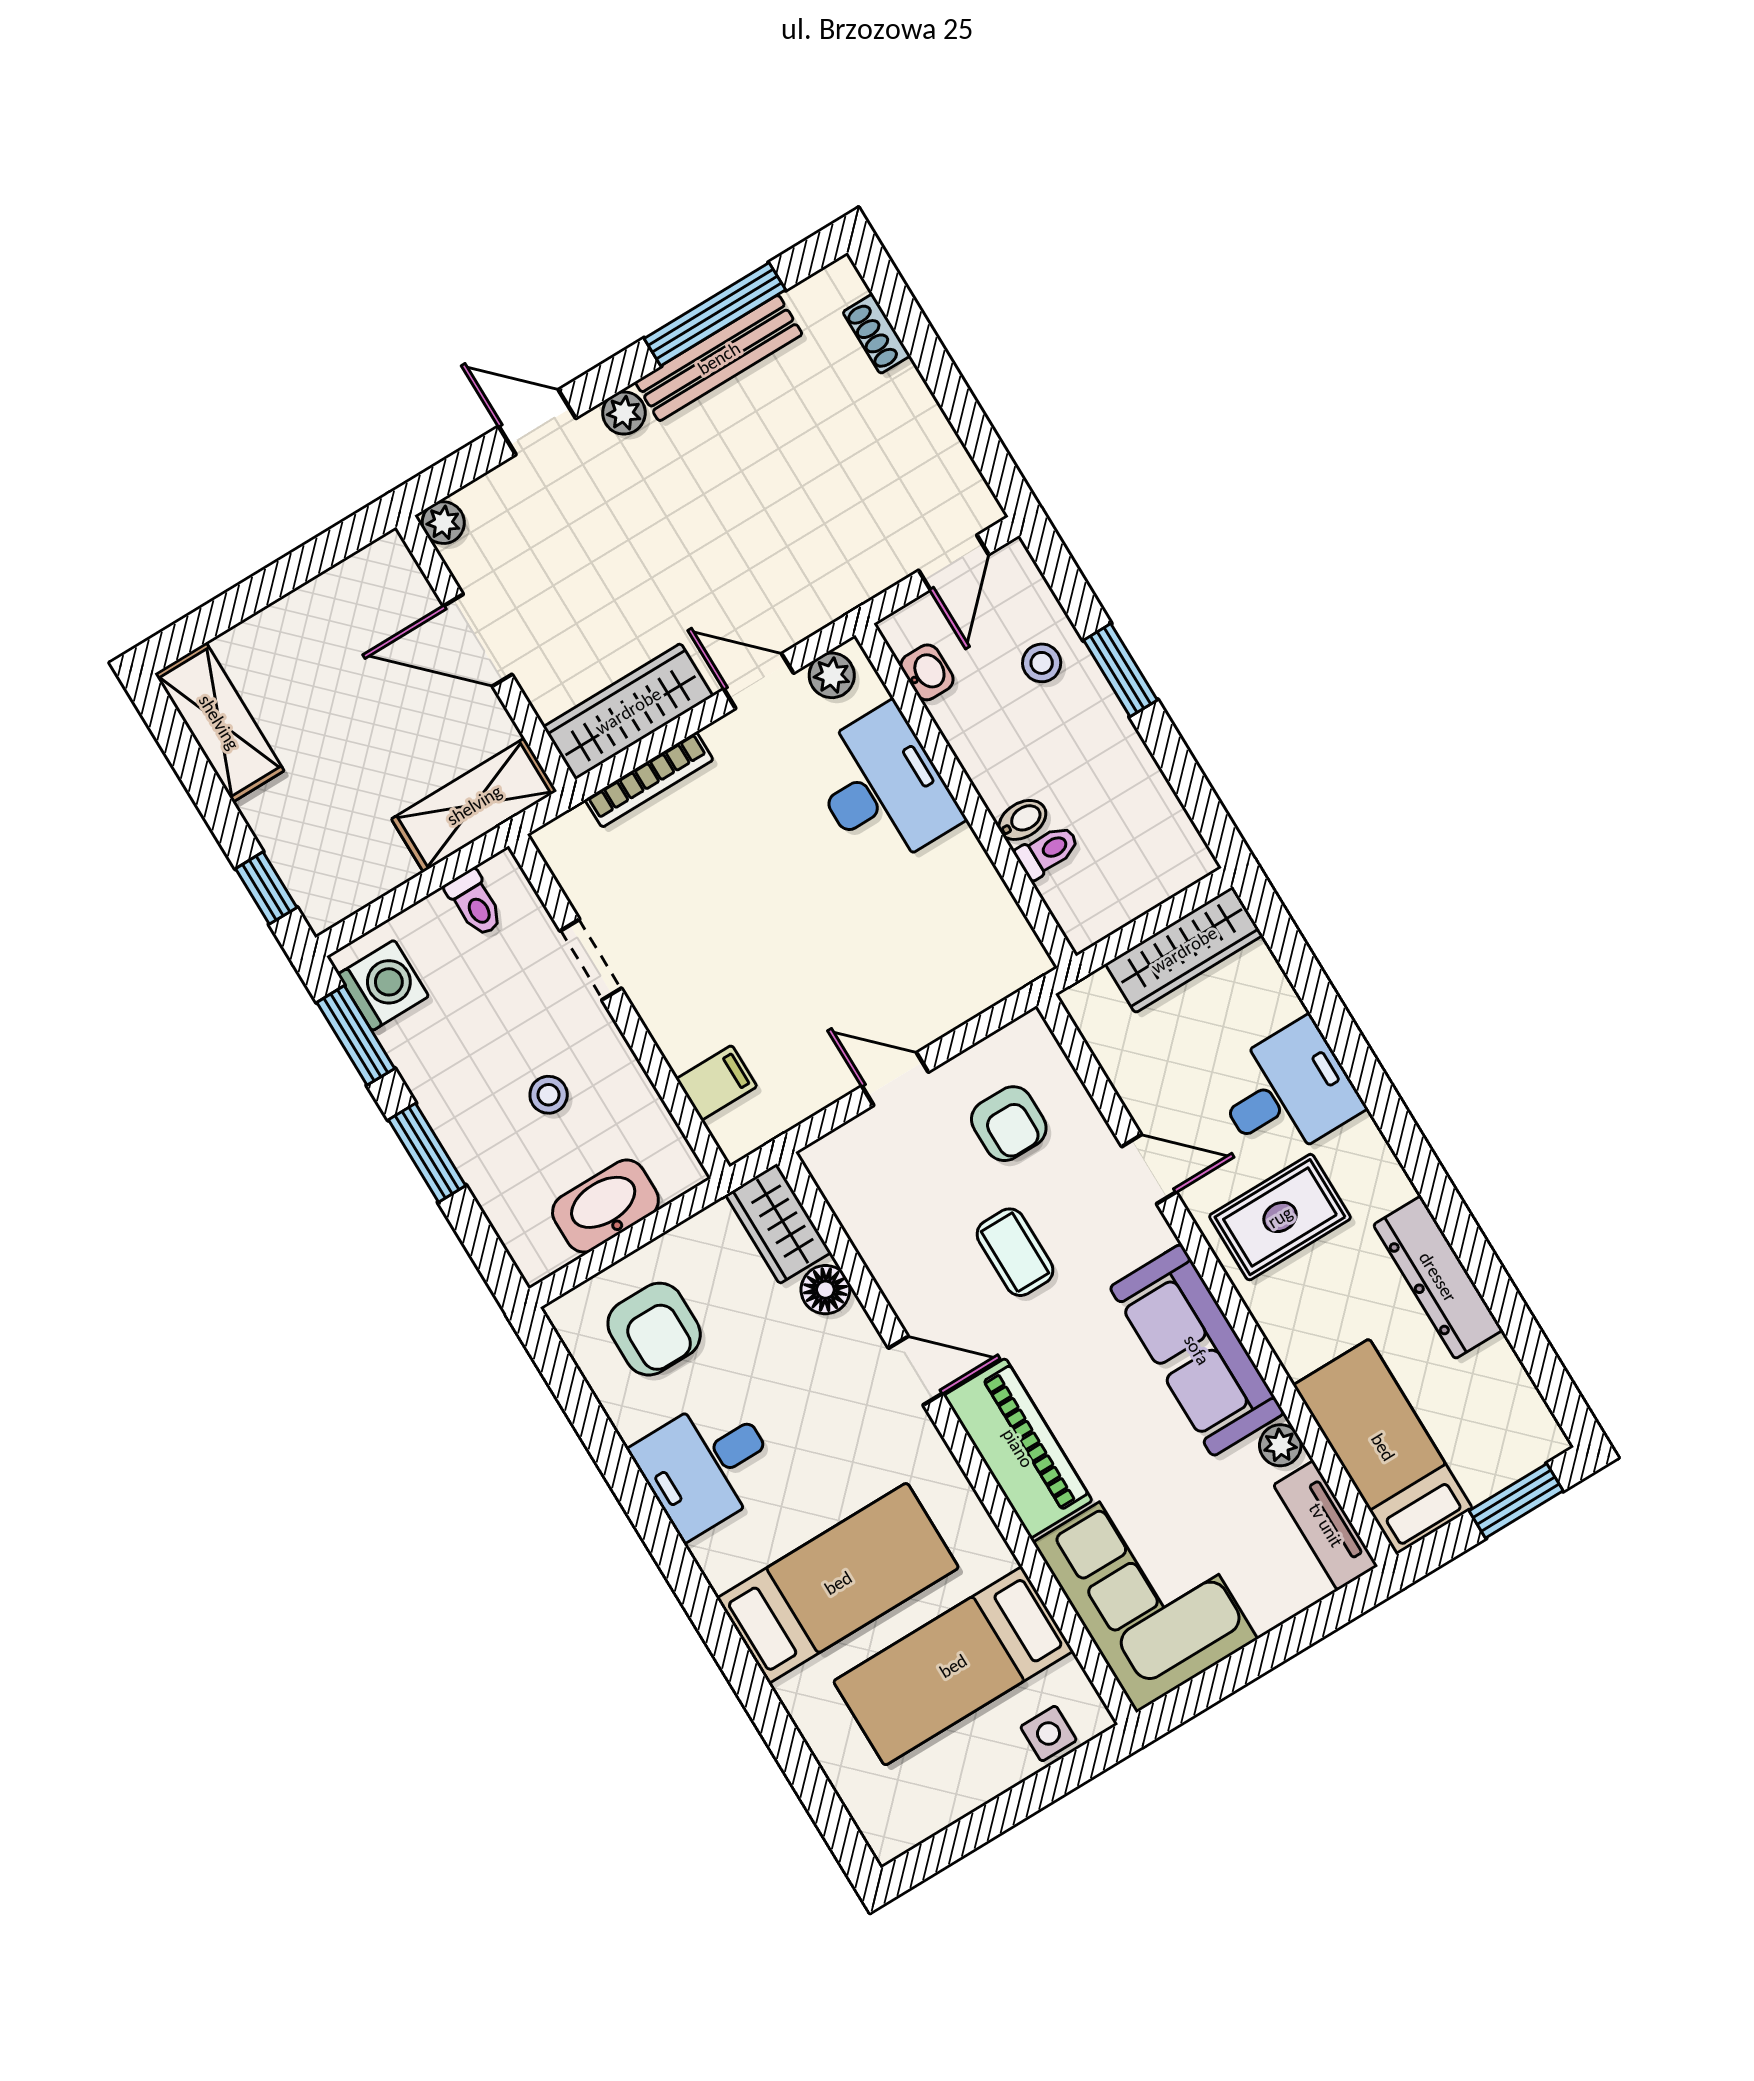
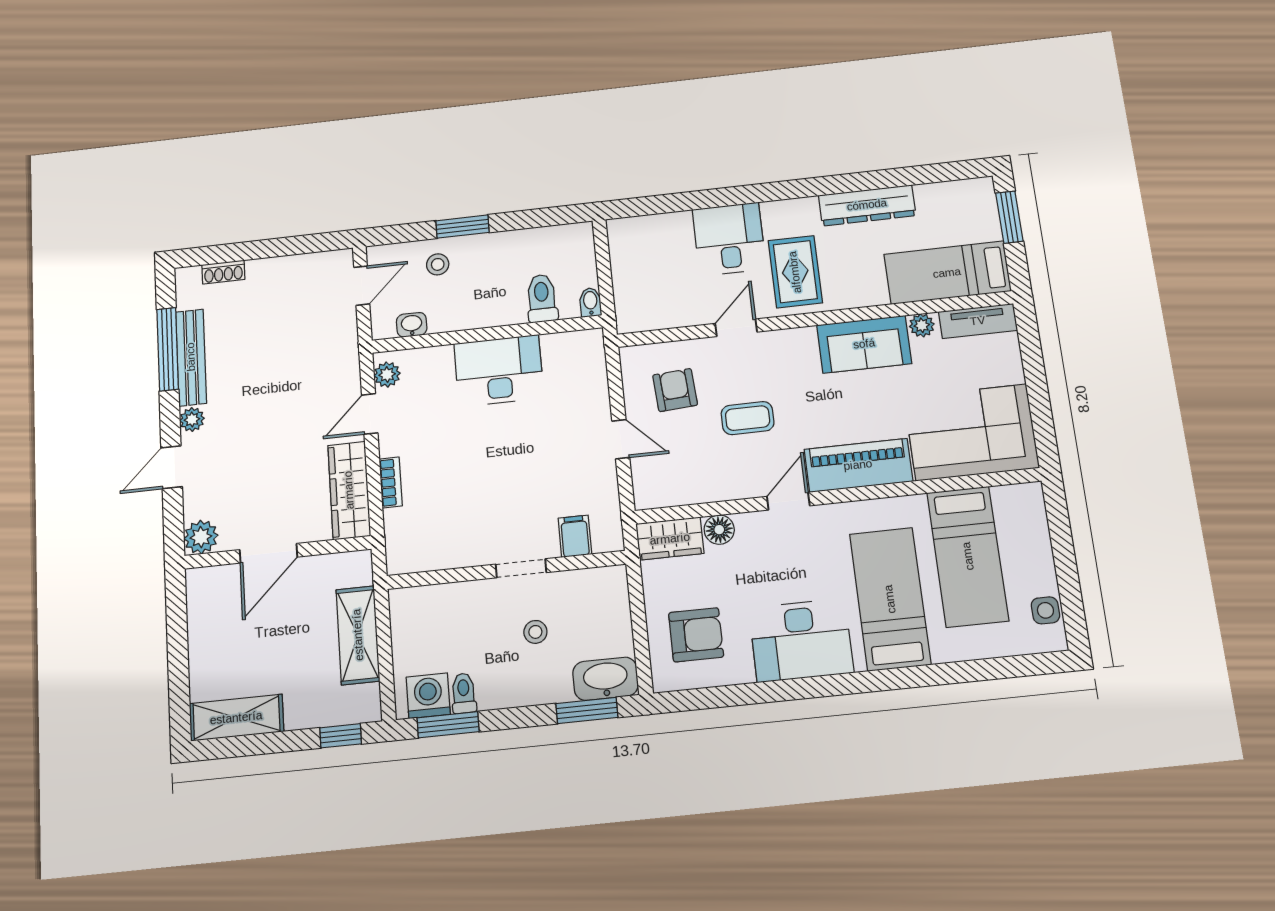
plant: (443, 523) -> (201, 537), width x1.38, depth x1.38
door: (954, 562) -> (362, 286), hinge flipped
bookcase: (649, 780) -> (391, 482), width x0.64
desk: (883, 788) -> (499, 371), moved
shelving: (474, 805) -> (358, 635), moved
bidet: (1022, 820) -> (590, 302), moved
toilet: (1047, 851) -> (542, 298), width x1.37, depth x1.39
toilet: (475, 903) -> (464, 693), moved, turned -90
wardrobe: (1184, 950) -> (626, 258), removed
doorway: (591, 960) -> (521, 568), moved
door: (895, 1079) -> (621, 439), swing flipped
armchair: (1009, 1124) -> (675, 390), turned -94
window: (427, 1153) -> (587, 710), moved
washbasin: (605, 1206) -> (606, 679), moved, turned 90
sofa: (1197, 1350) -> (864, 344), width x0.73
desk: (706, 1465) -> (801, 640), width x1.37
side table: (1049, 1733) -> (1045, 610), moved

